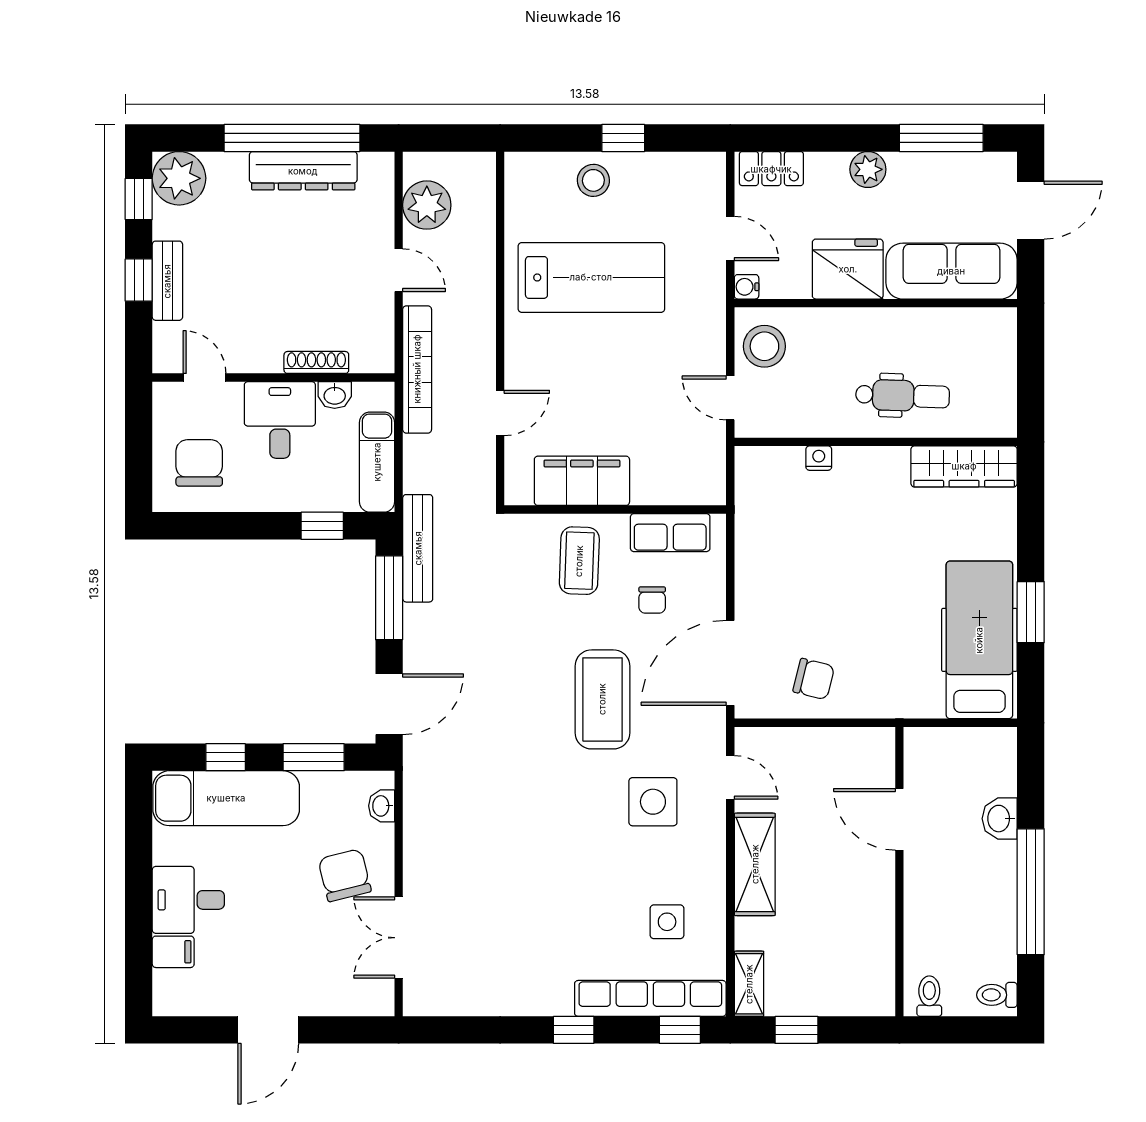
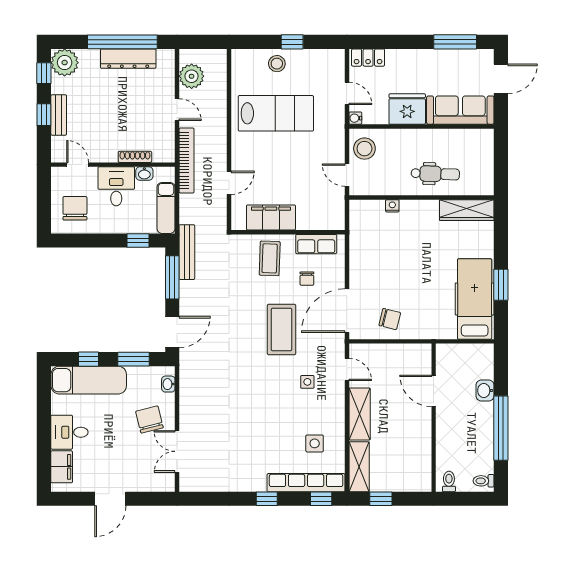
plant: (868, 169) -> (417, 58), removed
side table: (653, 802) -> (307, 382), width x0.54, depth x0.54
filing cabinet: (173, 952) -> (62, 467), width x2.00
shelving: (749, 984) -> (359, 467), width x1.50, depth x1.33

